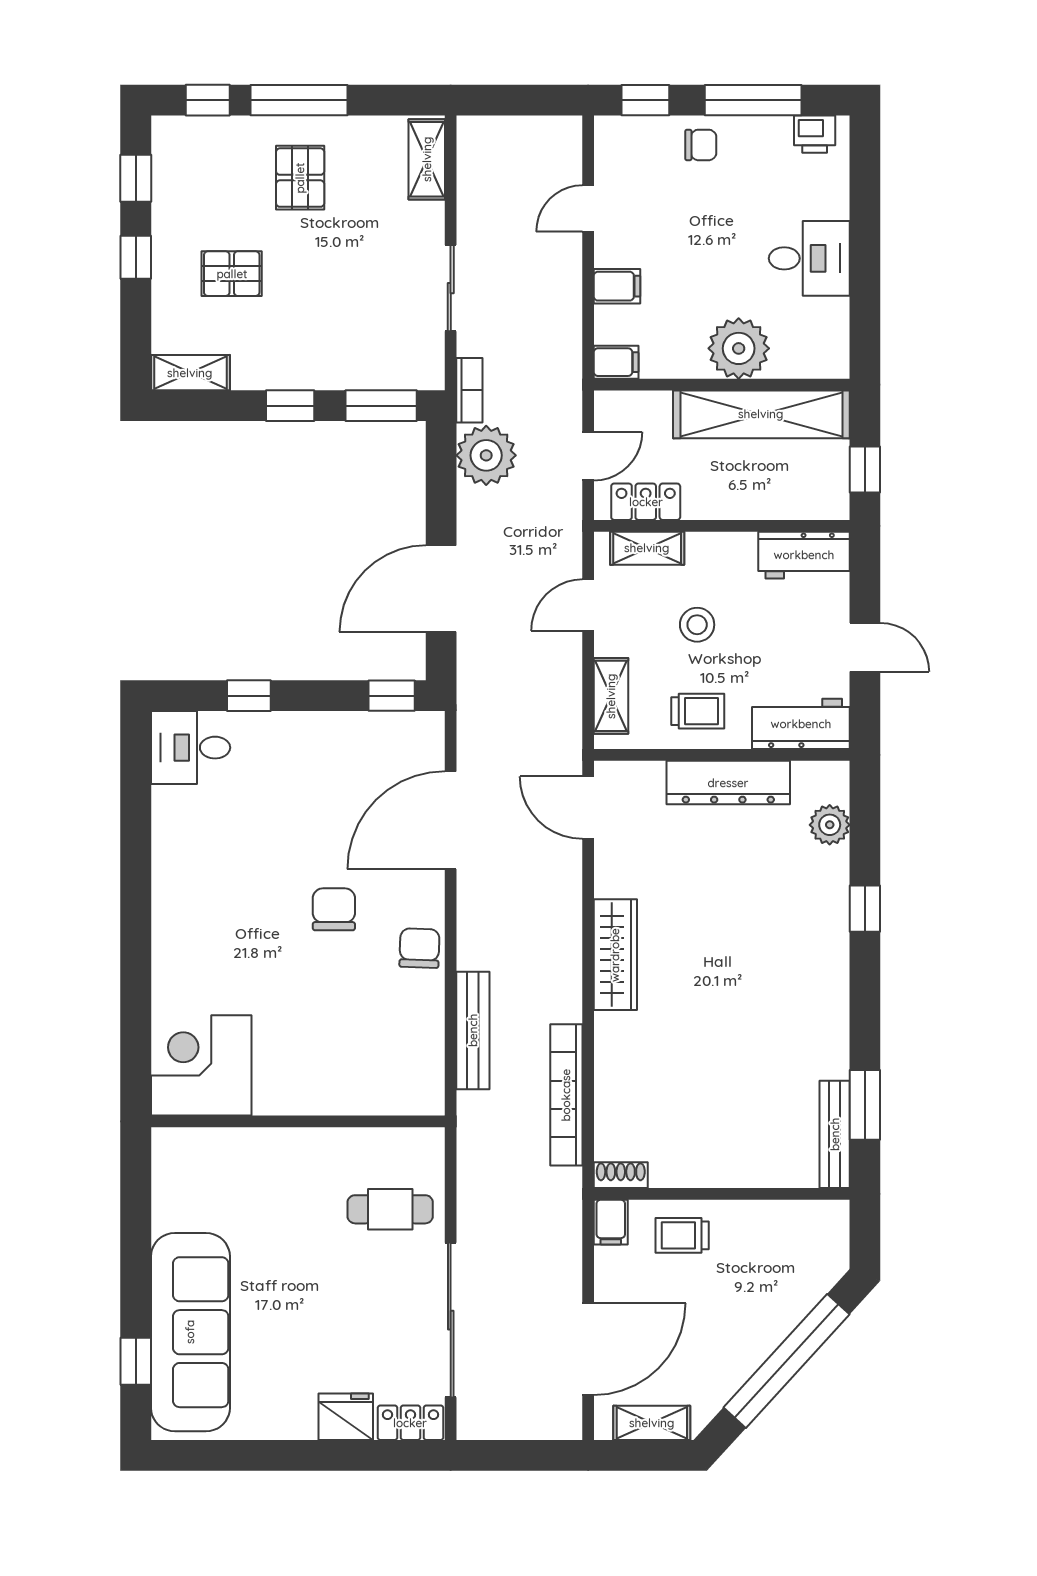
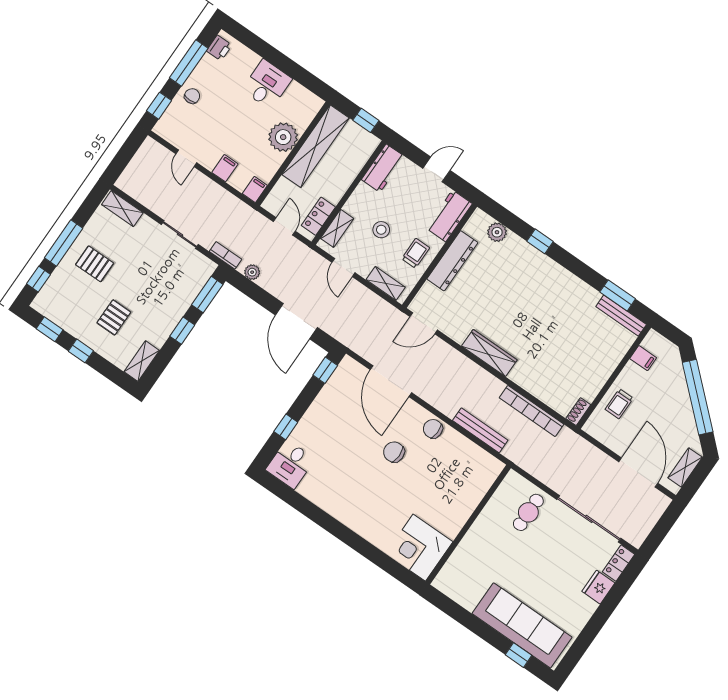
plant: (486, 455) -> (252, 272), width x0.53, depth x0.53
filing cabinet: (611, 1222) -> (643, 358), moved

